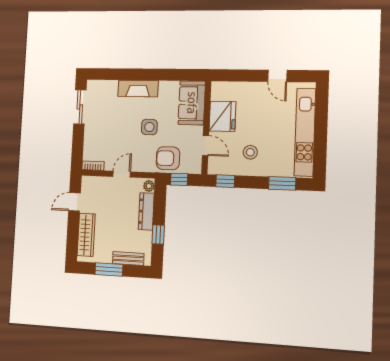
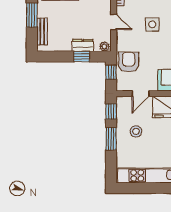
side table: (149, 127) -> (152, 24), moved
window: (282, 183) -> (111, 139), moved
dresser: (146, 211) -> (83, 45), width x0.70
window: (158, 234) -> (82, 57), moved

